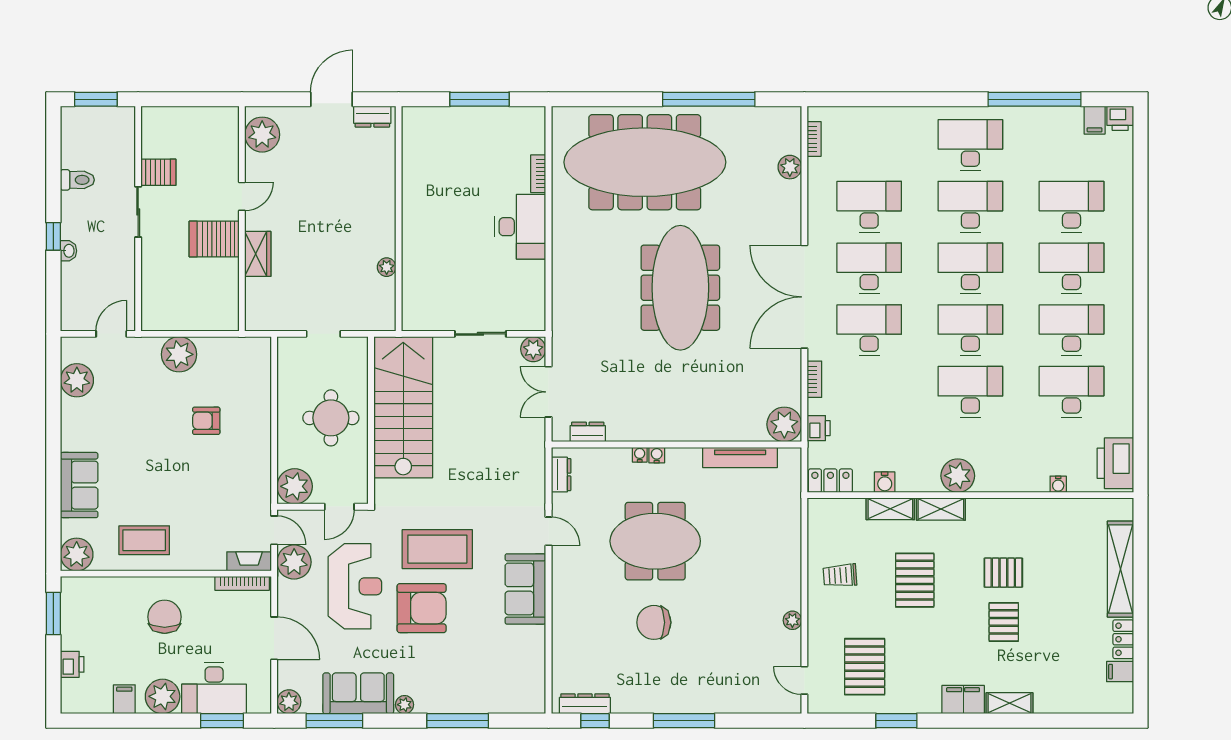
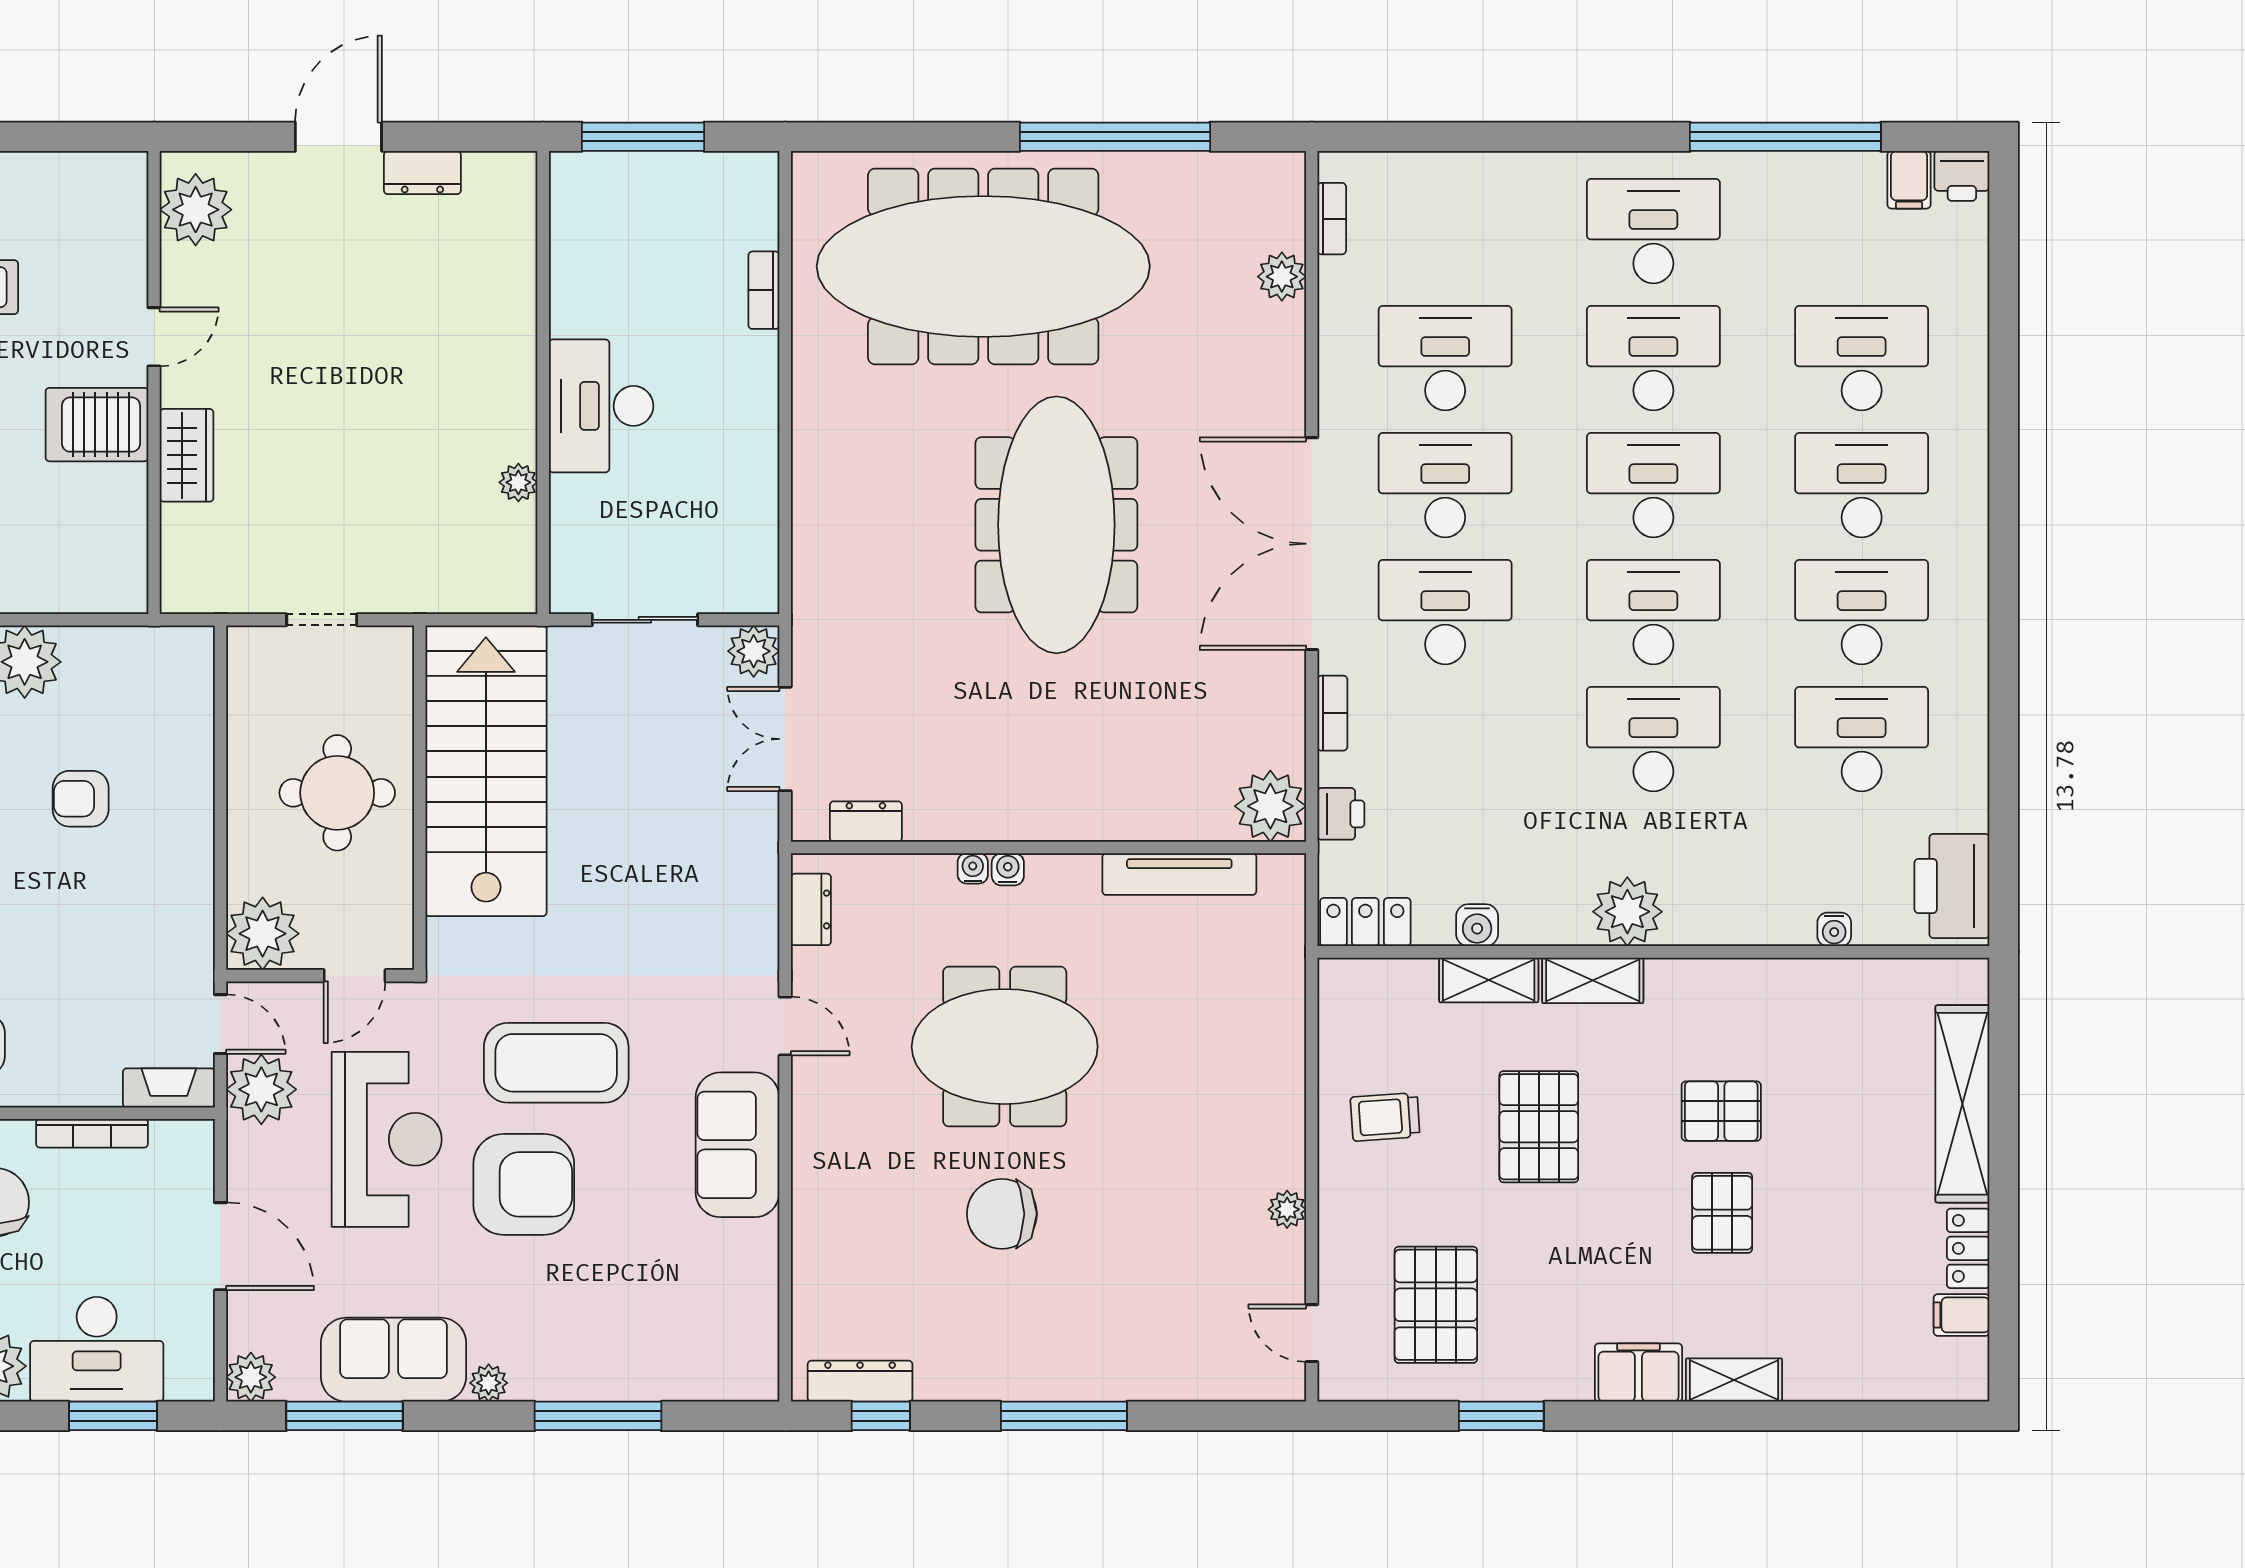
wall: (399, 219) -> (543, 383), moved
desk: (520, 227) -> (601, 406), moved, turned 180
plant: (387, 267) -> (518, 482), moved
bookcase: (242, 583) -> (92, 1133), moved

